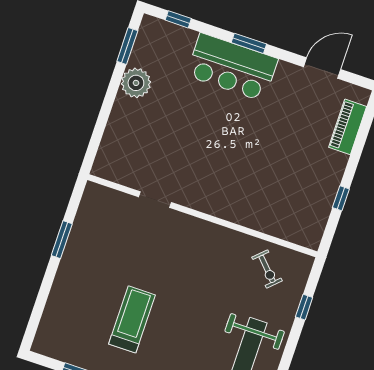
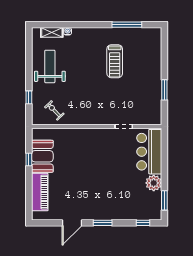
bar counter: (232, 67) -> (149, 152), moved, turned -90
door: (322, 68) -> (72, 223), moved
piano: (348, 127) -> (40, 192), width x1.37, depth x1.33
booth: (315, 196) -> (42, 156), added

